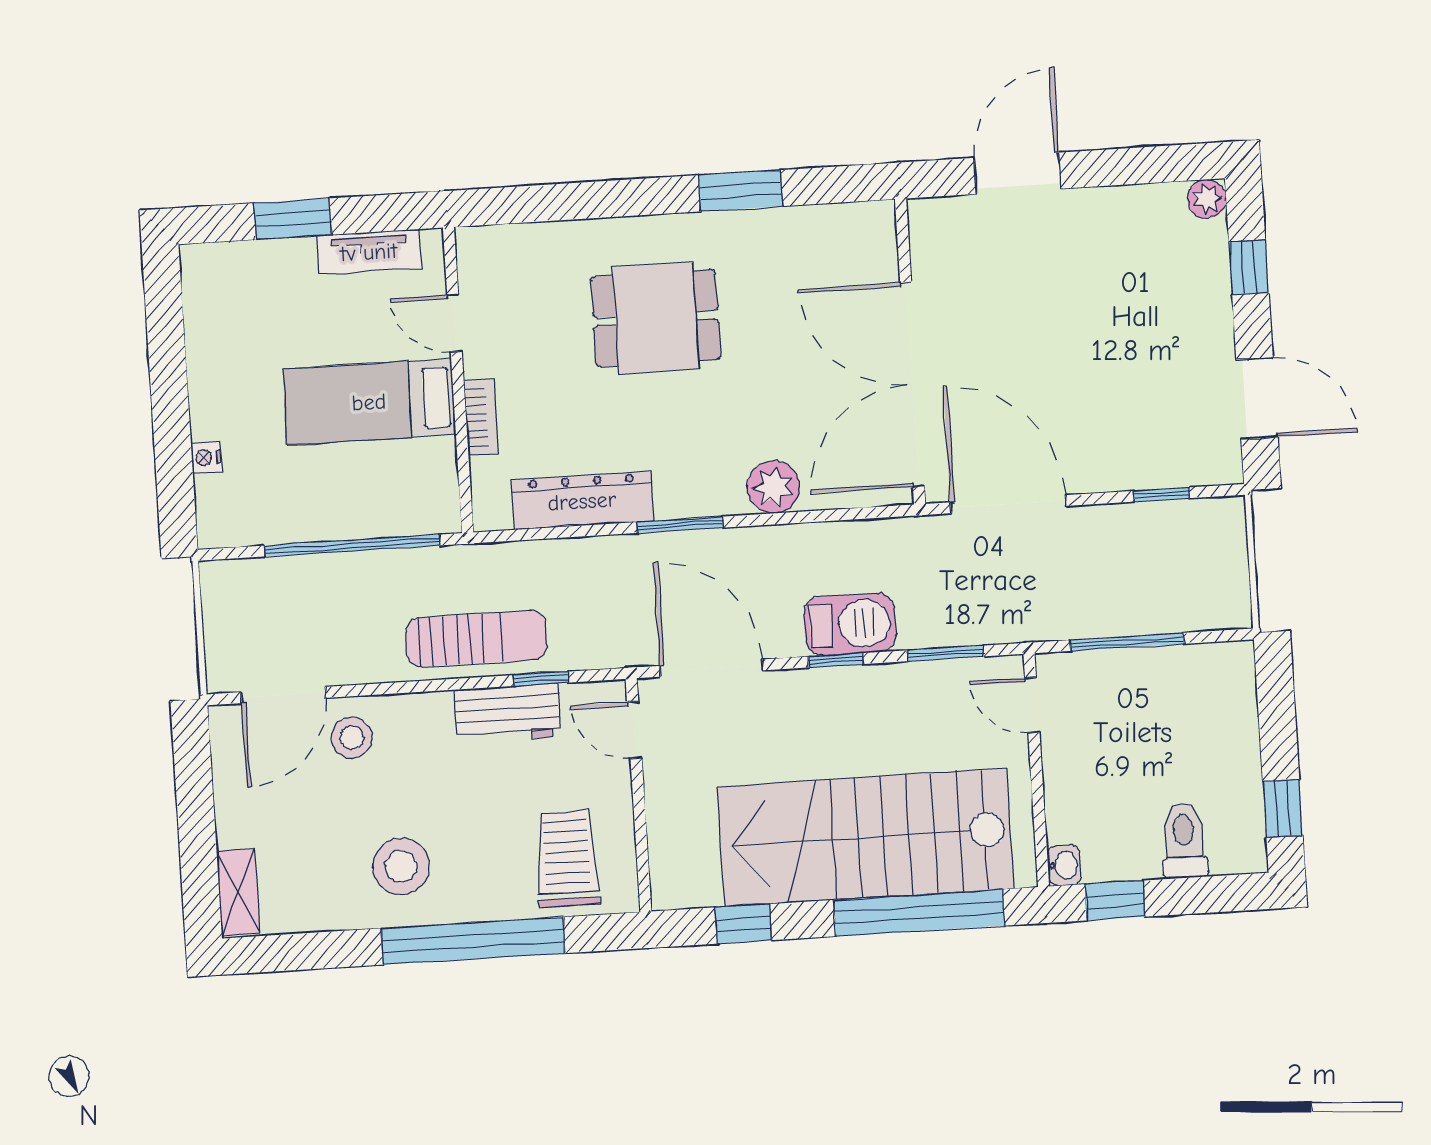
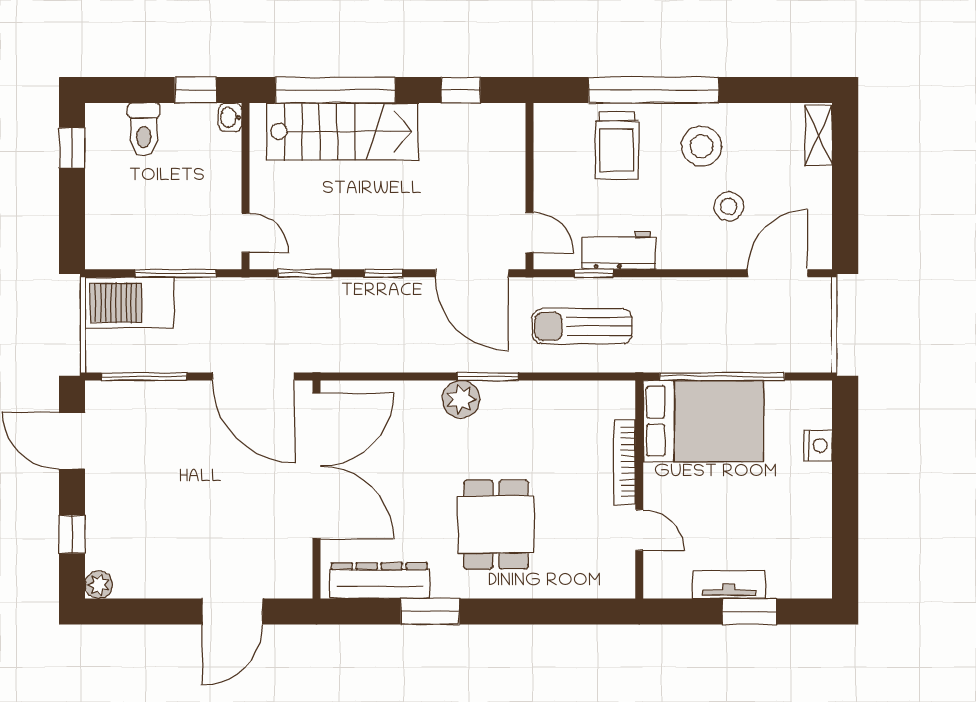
tv unit: (369, 252) -> (729, 585), moved
dining table: (656, 318) -> (496, 525), turned 90
bed: (369, 402) -> (703, 421), moved, width x1.50
bookcase: (481, 417) -> (625, 462), width x1.56
nightstand: (206, 458) -> (818, 446), width x1.39, depth x1.35
plant: (773, 487) -> (461, 399), moved
window: (1162, 495) -> (144, 377), width x2.17
dresser: (582, 501) -> (379, 581), moved, turned 180
barbecue: (850, 624) -> (129, 303), moved, width x1.37, depth x1.21
sun lounger: (476, 639) -> (582, 326), moved
stool: (352, 738) -> (729, 206), moved
stairs: (866, 837) -> (342, 132), width x0.73, depth x0.66
trolley: (567, 859) -> (617, 145), moved

